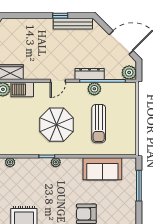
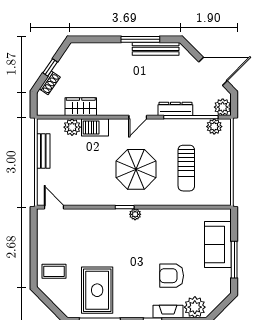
window: (60, 16) -> (140, 39), width x2.17
plant: (94, 89) -> (214, 127), moved
plant: (10, 162) -> (81, 214), removed
sofa: (102, 169) -> (218, 244), moved, turned 90
window: (139, 186) -> (234, 260), moved

